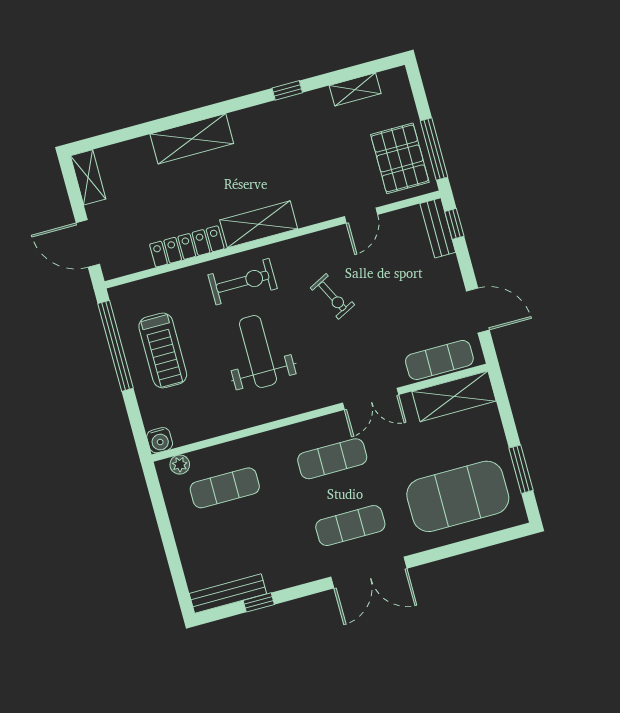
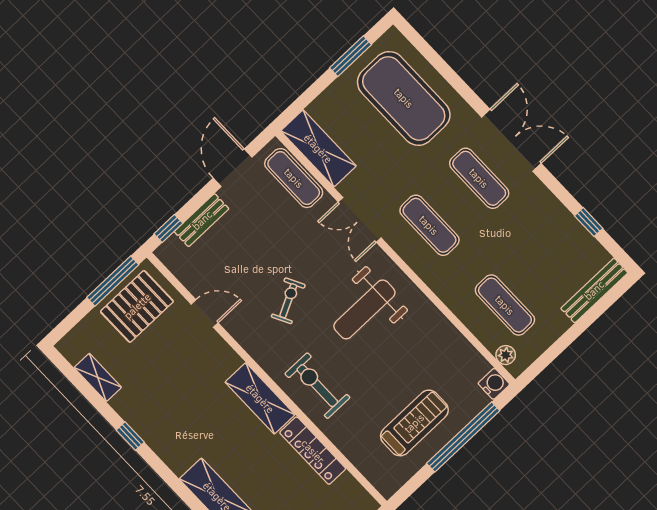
bench: (438, 228) -> (202, 220), moved
window: (116, 346) -> (463, 437), moved
weight bench: (258, 351) -> (364, 309), moved
double door: (371, 399) -> (360, 220), swing flipped
bench: (228, 594) -> (594, 290), moved, turned 90

